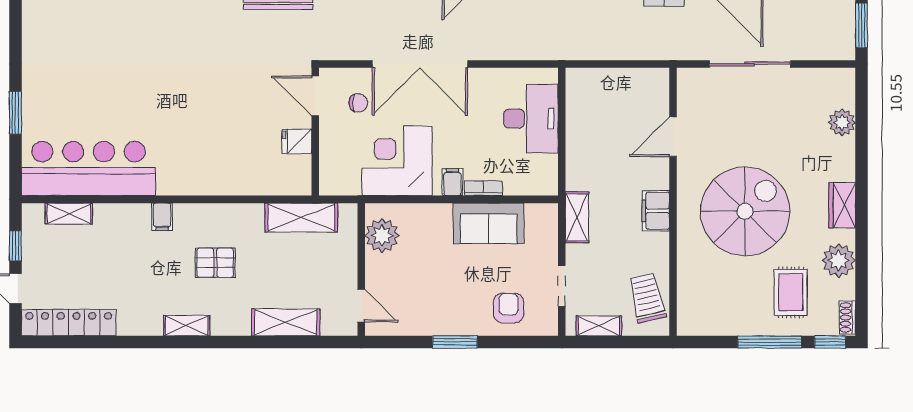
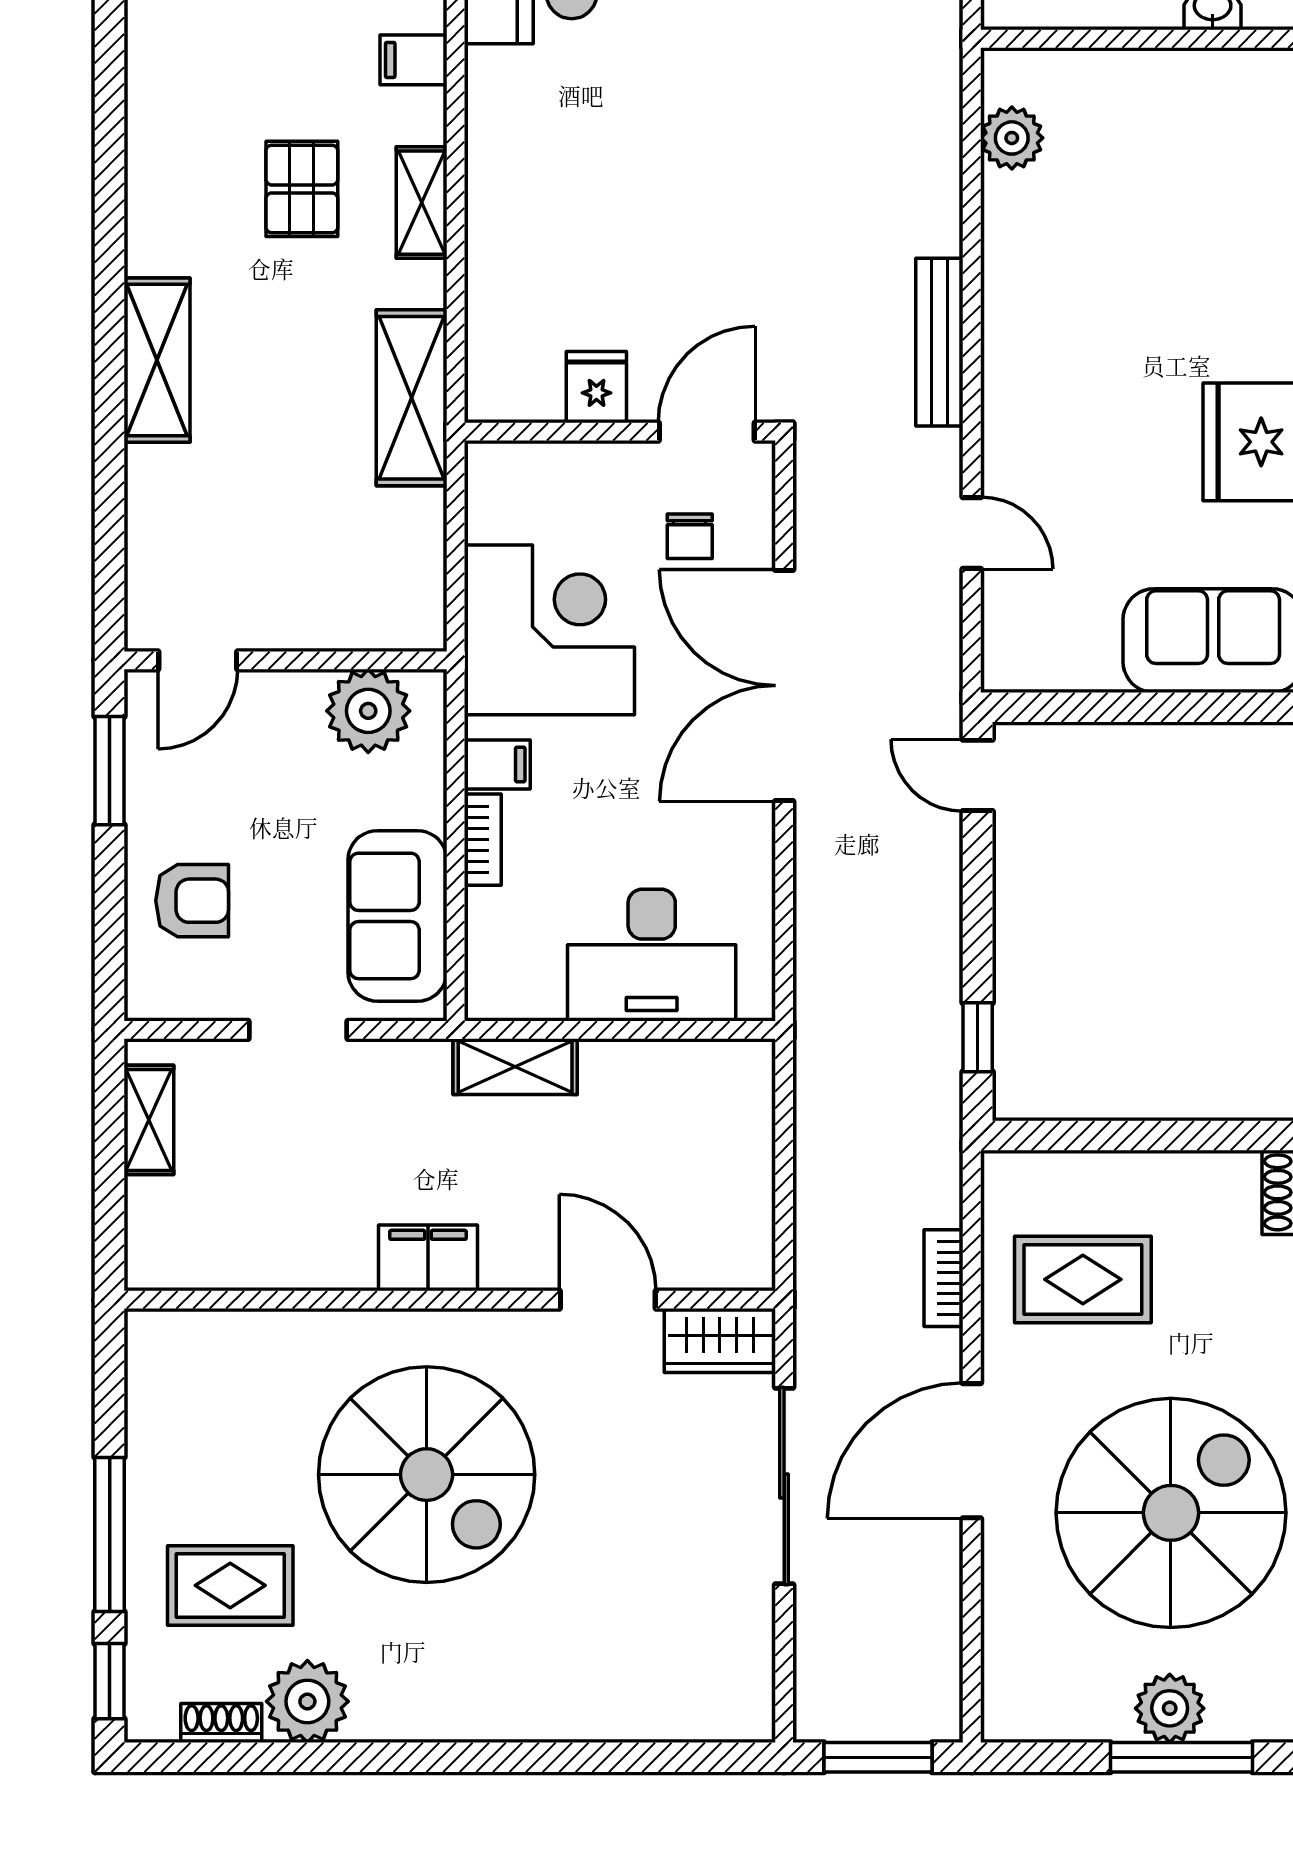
plant: (842, 122) -> (642, 1710), removed
wardrobe: (842, 205) -> (720, 1341), moved, turned 180
shelving: (577, 217) -> (515, 1067), moved
sofa: (489, 223) -> (397, 916), moved
plant: (382, 235) -> (368, 711), moved
wall: (361, 269) -> (286, 660), moved
doorway: (562, 286) -> (298, 1030), moved
trolley: (647, 298) -> (217, 1237), removed
door: (361, 306) -> (198, 660), moved
shoe rack: (847, 318) -> (221, 1723), moved
shelving: (187, 326) -> (422, 203), moved

